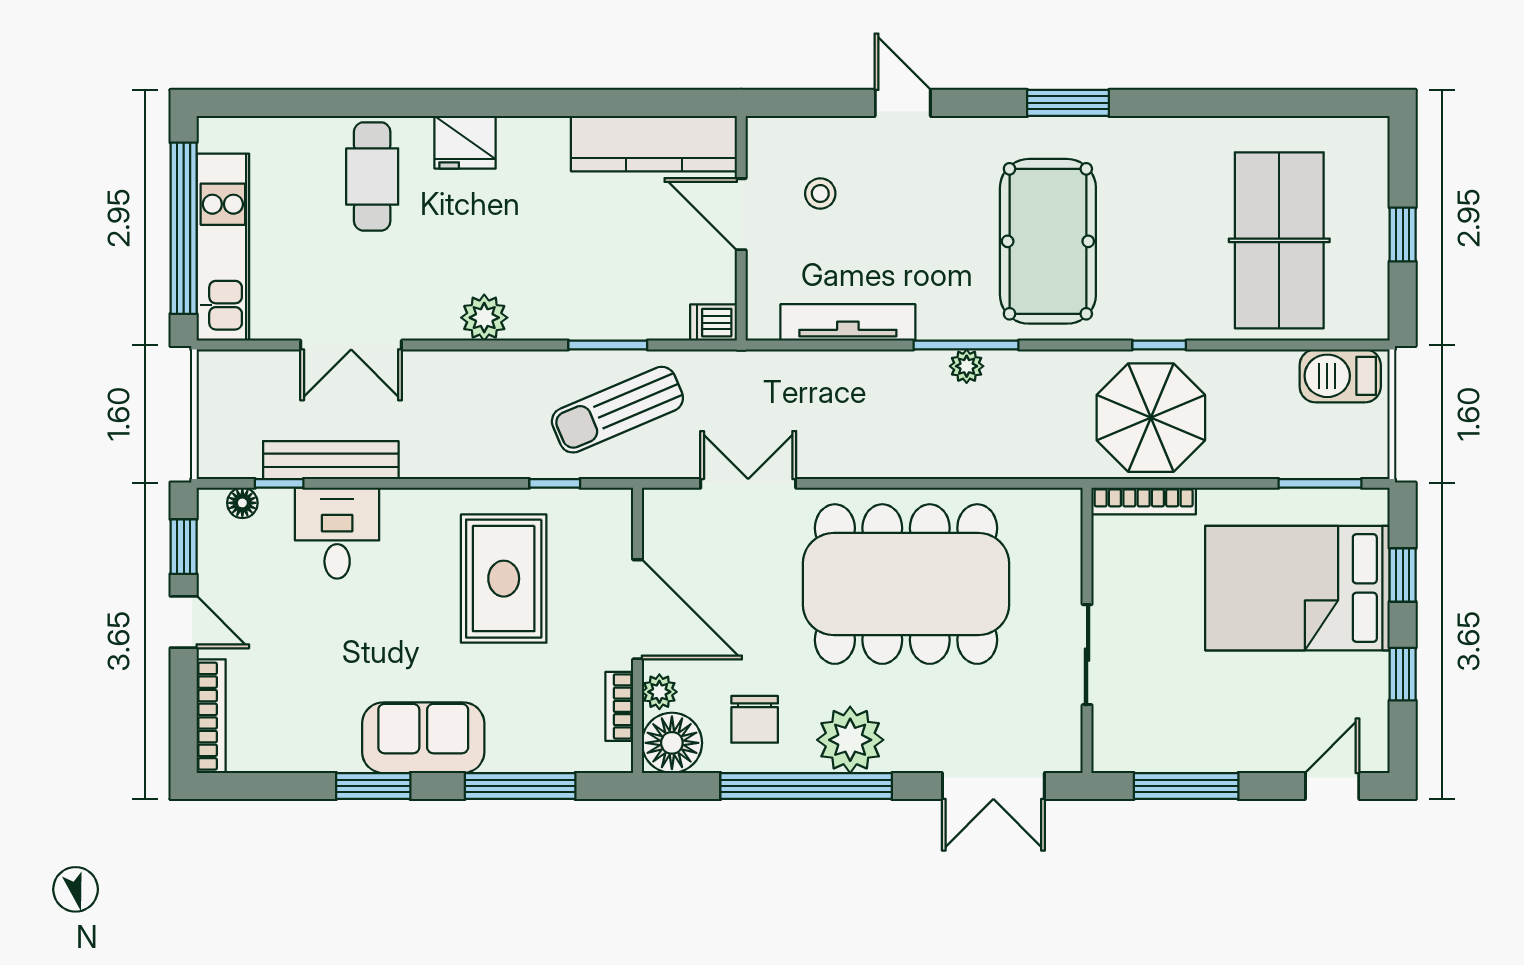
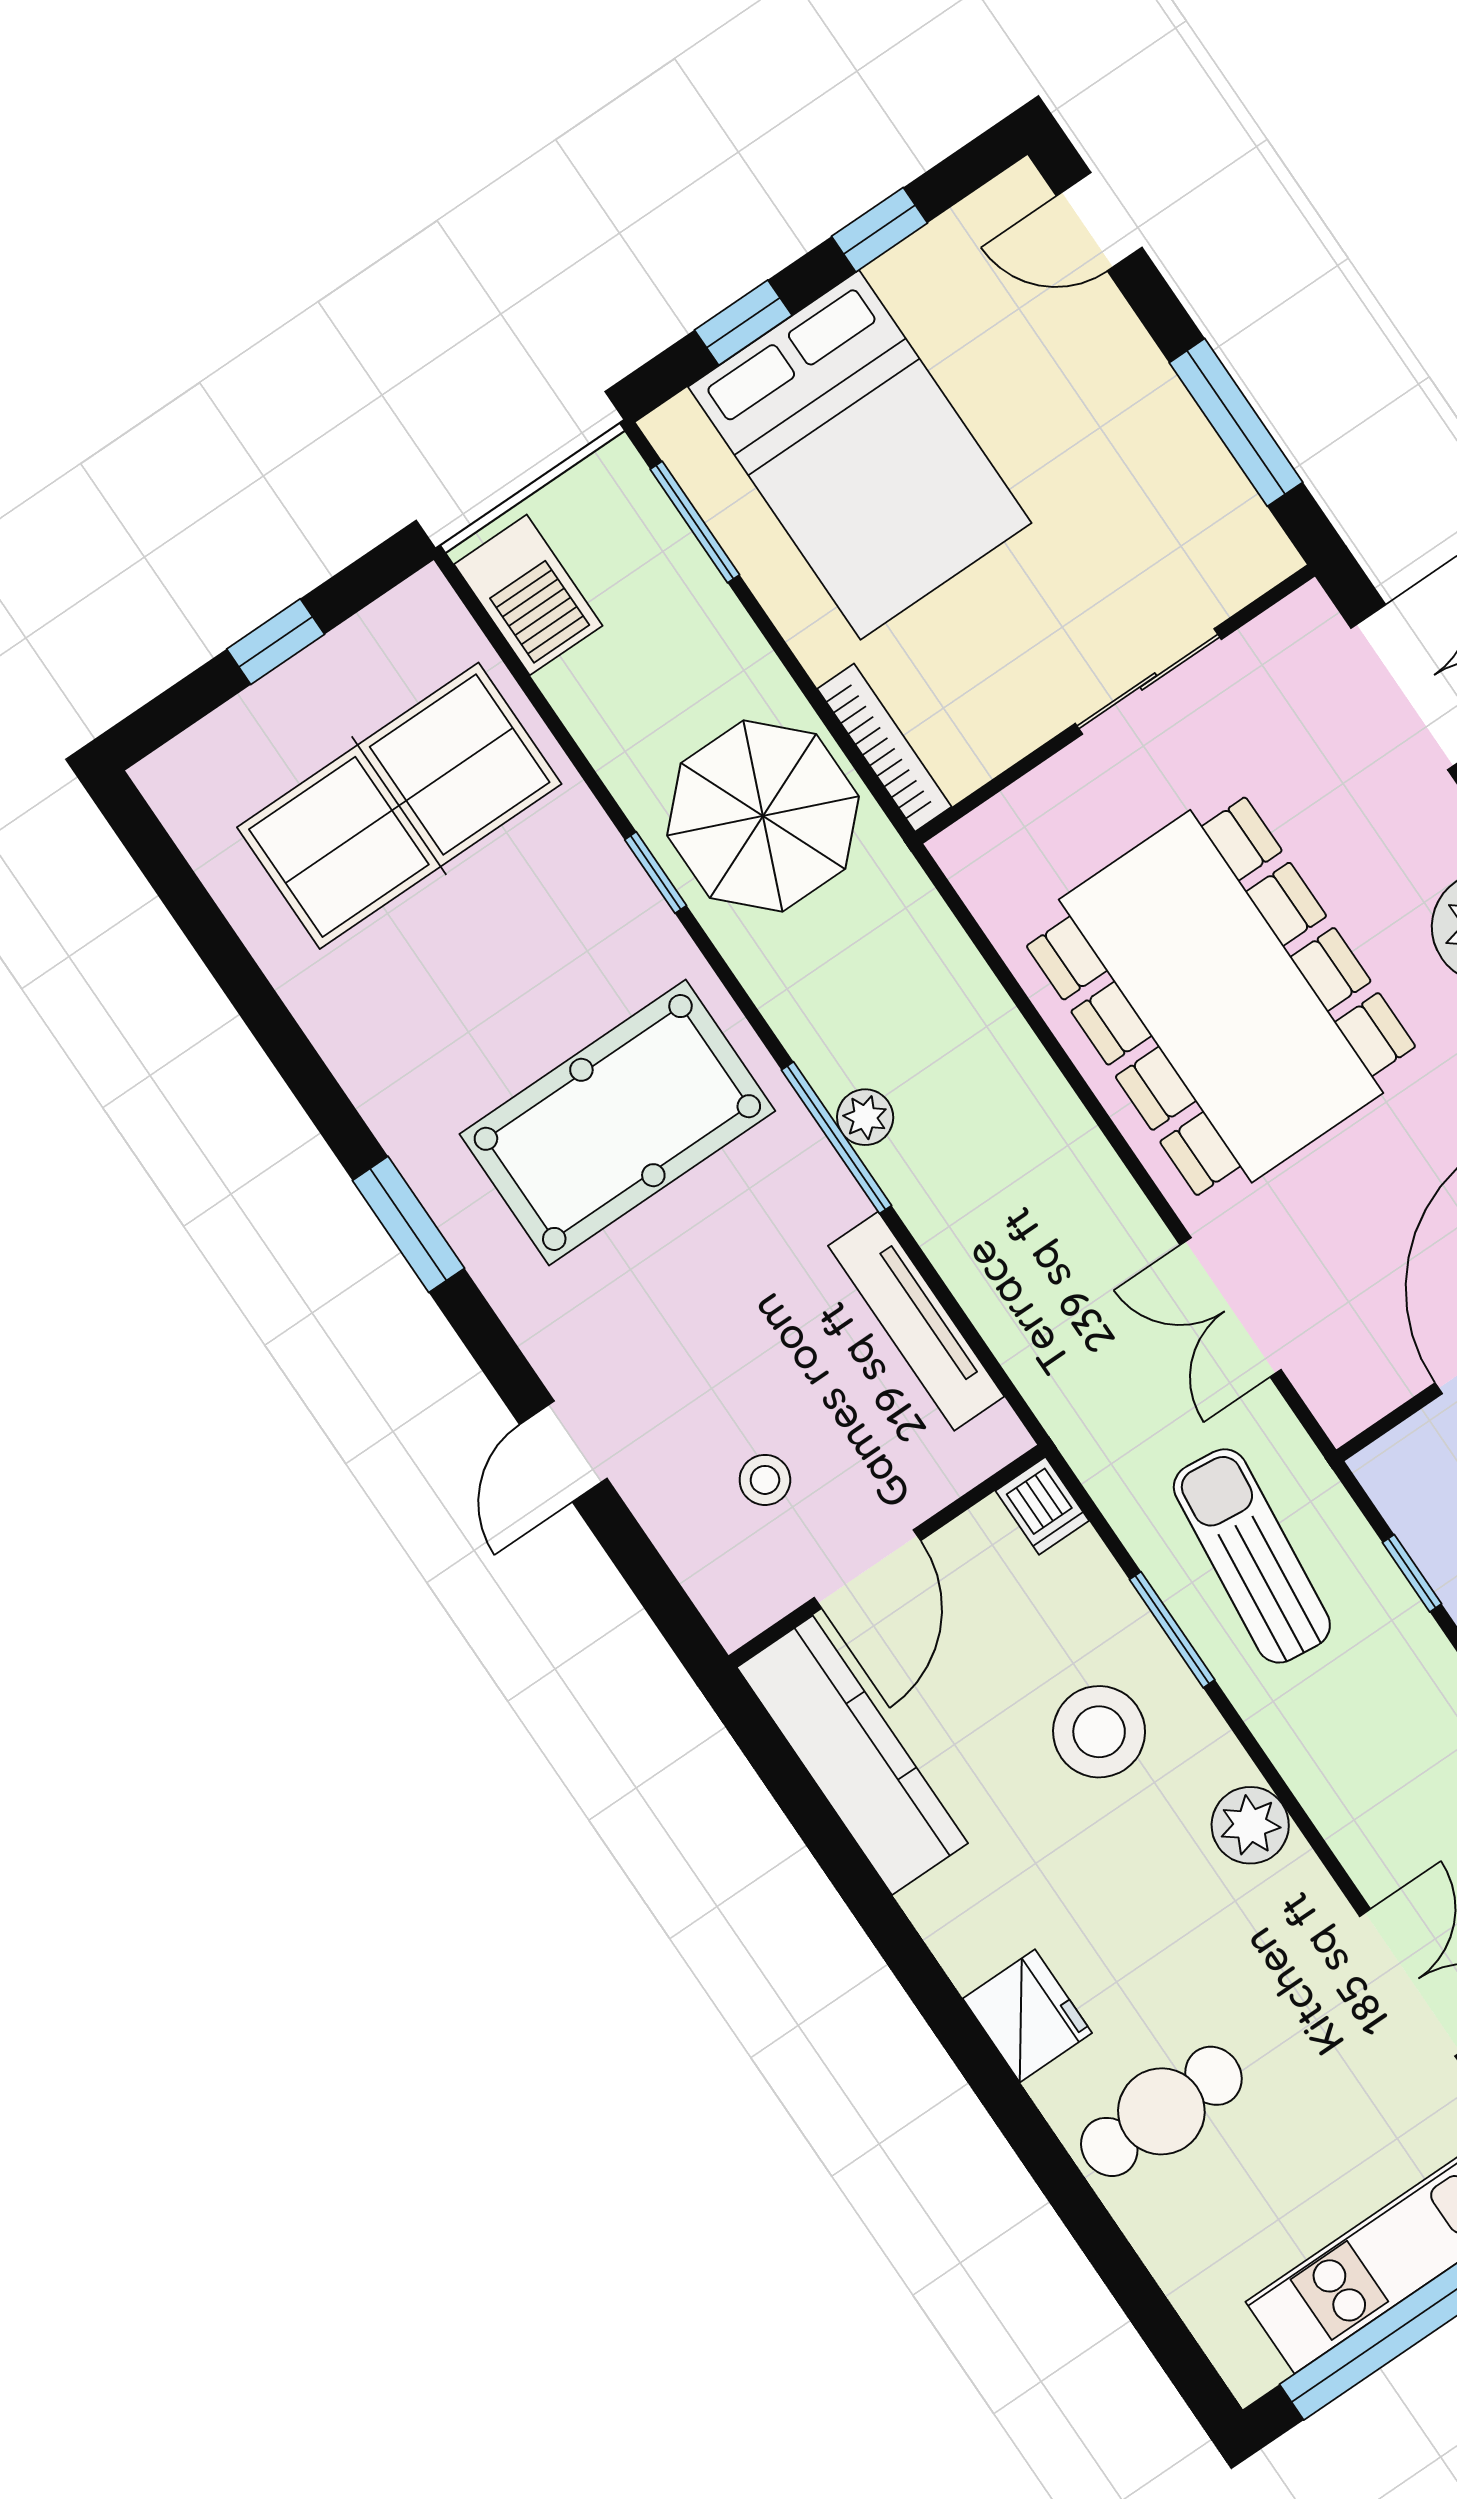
stool: (582, 274) -> (1099, 1732), added
sun lounger: (617, 410) -> (1252, 1556), turned -151

